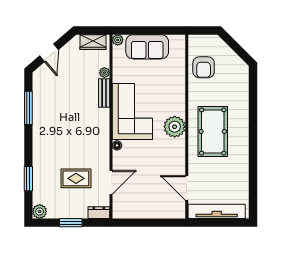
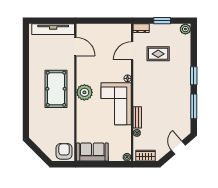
sofa: (147, 47) -> (92, 152), moved
armchair: (204, 67) -> (64, 151), moved
window: (28, 179) -> (194, 76), moved

